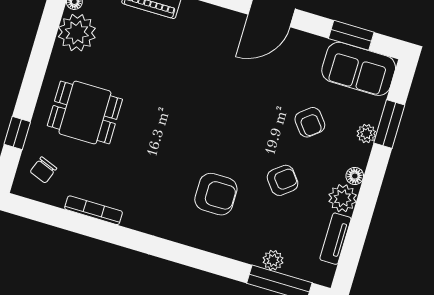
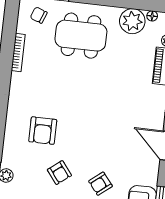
dining table: (85, 112) -> (81, 36), width x1.38

